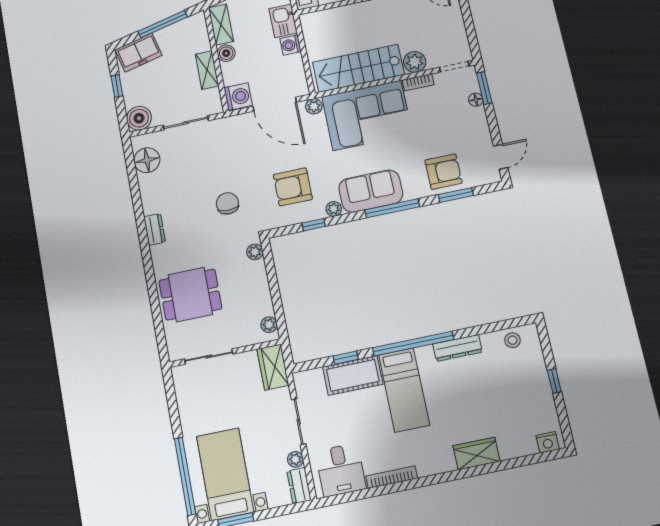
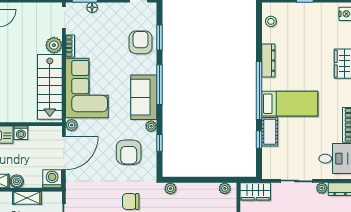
cot: (353, 375) -> (270, 132), width x0.73, depth x0.75

